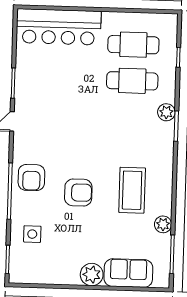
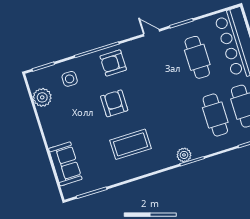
cafe table: (59, 78) -> (197, 57), added
plant: (166, 112) -> (184, 155), moved
armchair: (78, 193) -> (114, 103), turned 180
plant: (163, 224) -> (112, 178), removed
plant: (92, 275) -> (42, 97), moved

